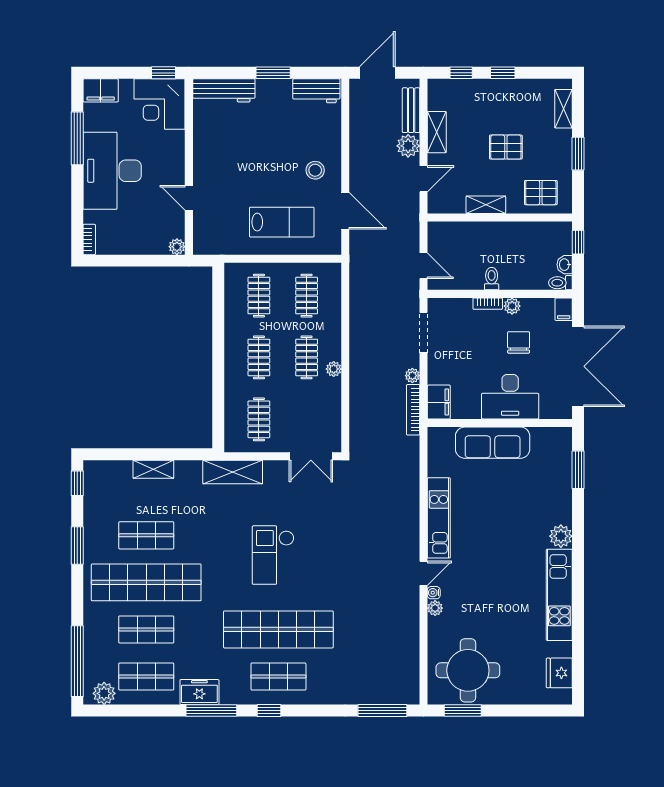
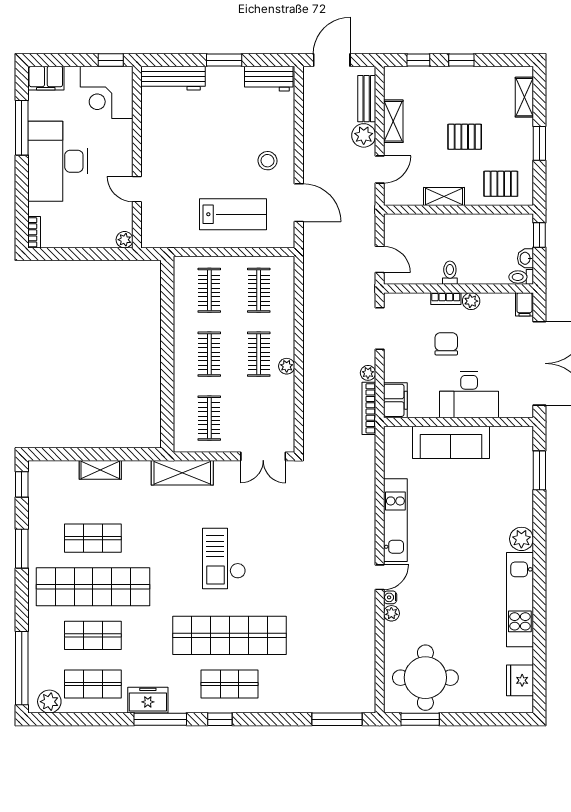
chair: (519, 342) -> (446, 344), moved

